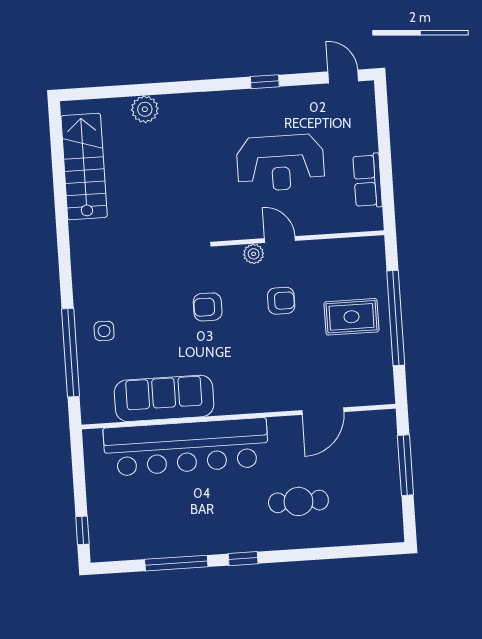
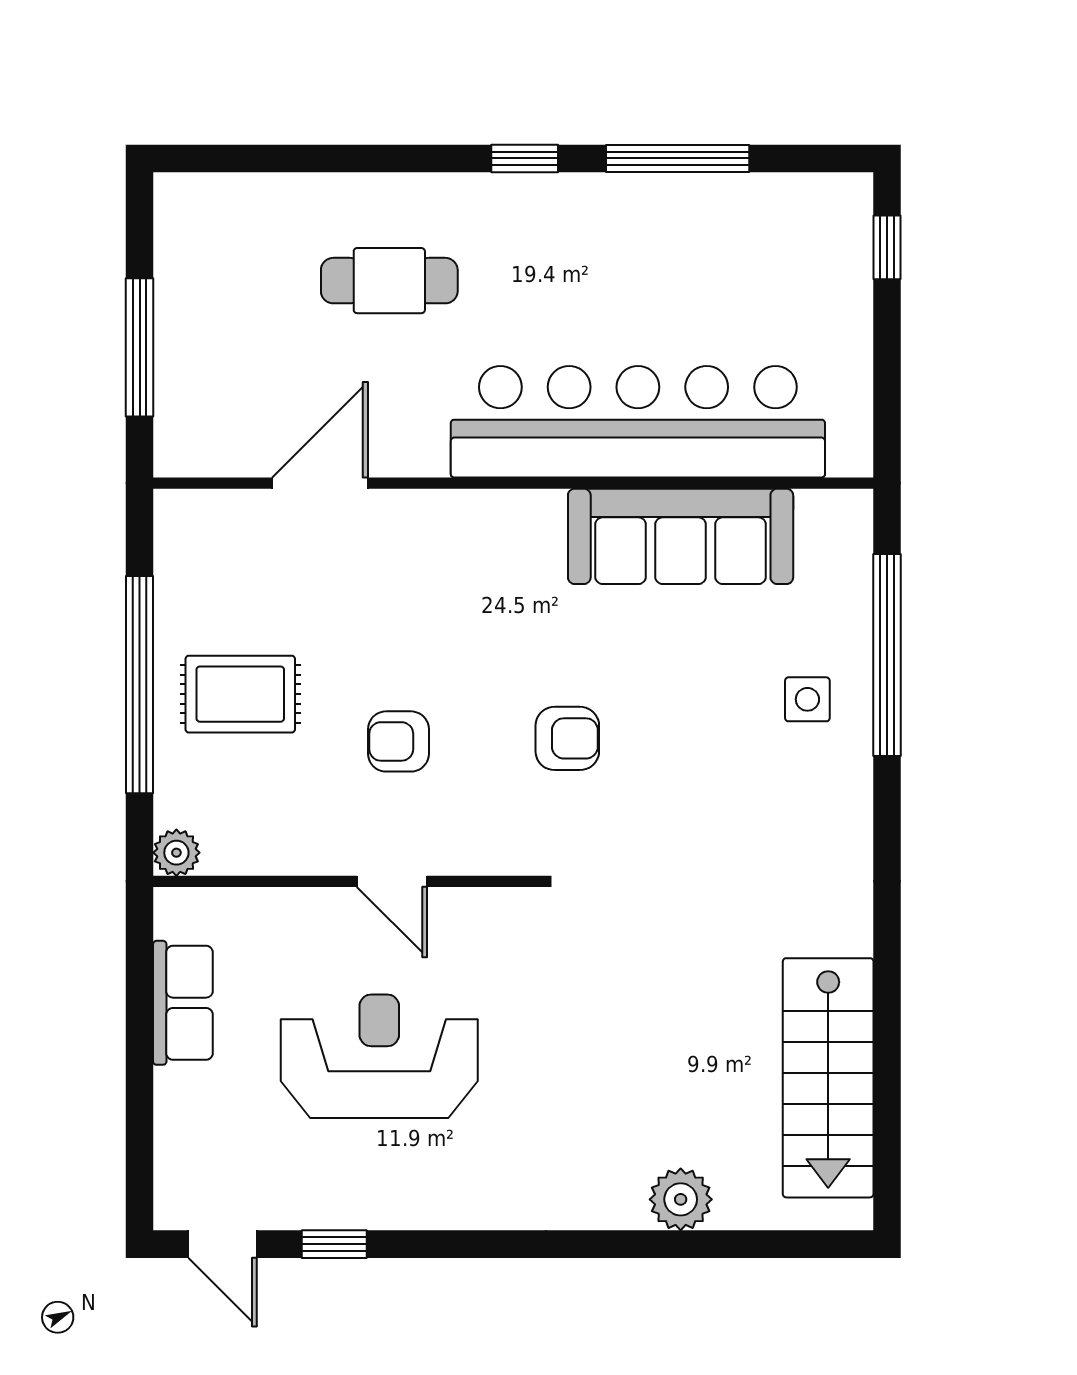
window: (265, 82) -> (334, 1244), moved
plant: (254, 254) -> (176, 853), moved

